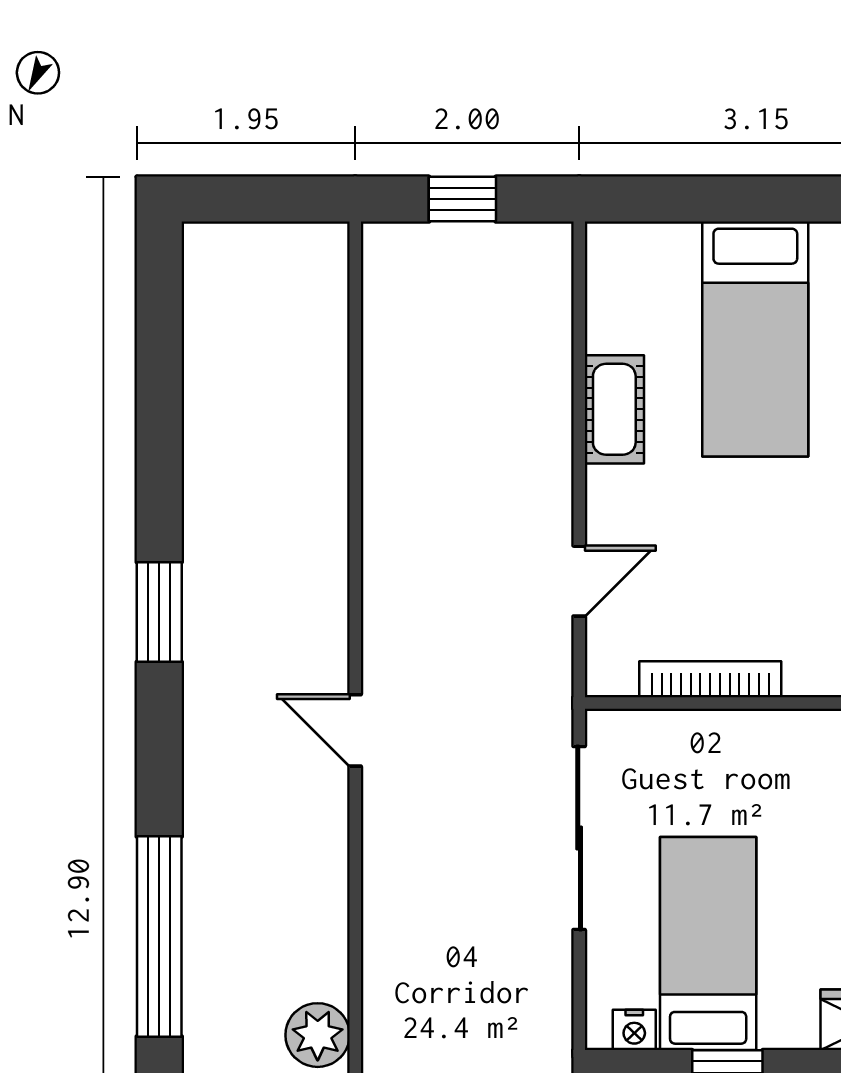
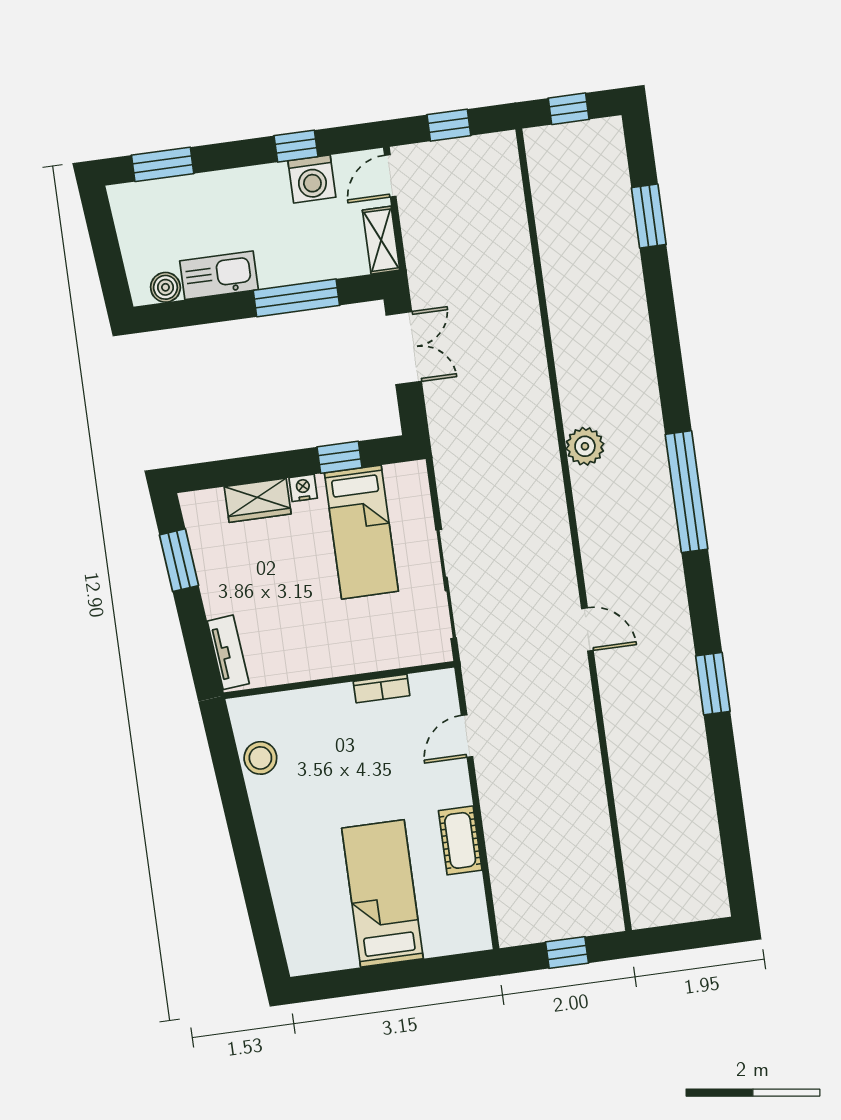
bookcase: (710, 679) -> (382, 689), width x0.64
nightstand: (634, 1030) -> (303, 488), moved

